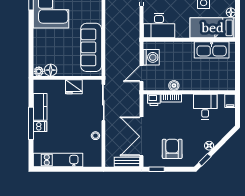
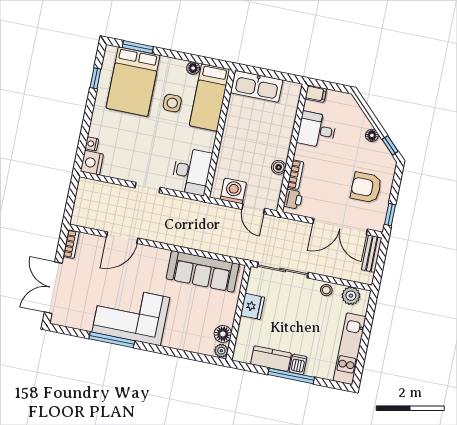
kitchen sink: (212, 50) -> (257, 86), moved, turned 90
plant: (95, 153) -> (351, 296), added

